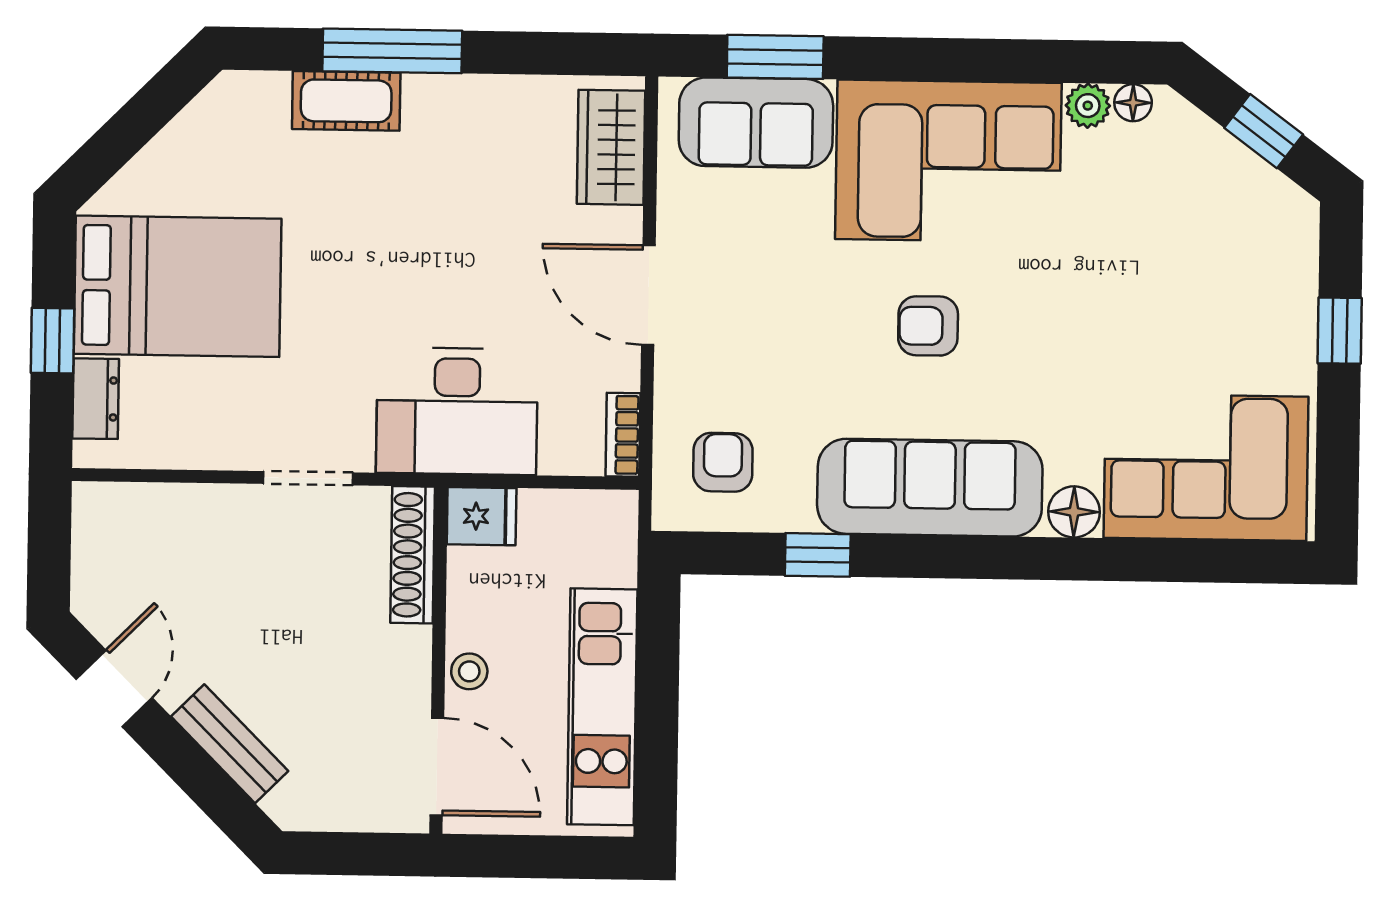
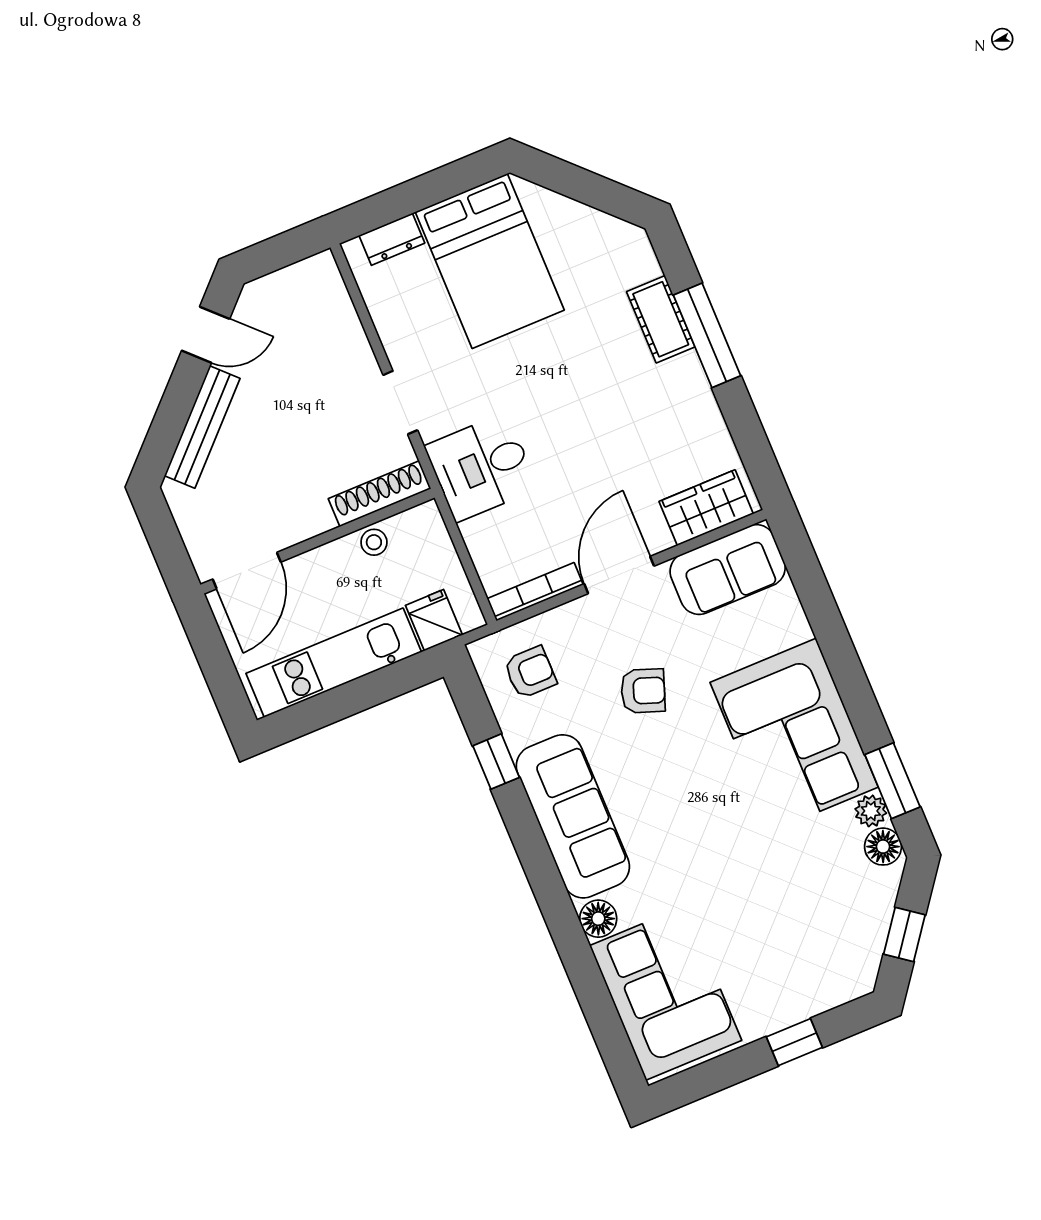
window: (775, 57) -> (892, 781), moved
floor lamp: (1133, 103) -> (883, 847), width x1.37, depth x1.37
sofa: (756, 123) -> (728, 569), moved, turned -90
armchair: (928, 326) -> (643, 691), moved, turned 110
window: (53, 341) -> (418, 194), removed
desk: (457, 411) -> (481, 467), width x0.73
bookcase: (623, 435) -> (535, 592), width x1.56
fridge: (482, 516) -> (434, 620), moved, turned 180
stool: (469, 671) -> (374, 542), moved
bench: (230, 744) -> (202, 427), width x1.36

